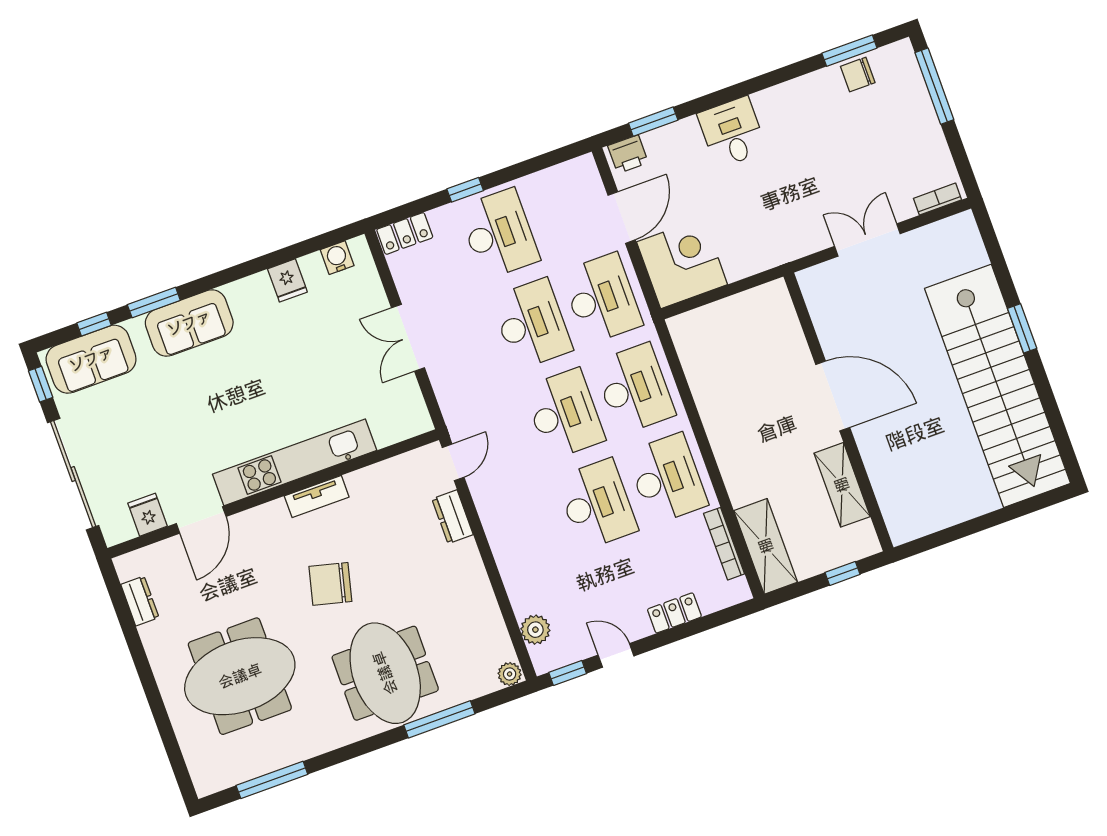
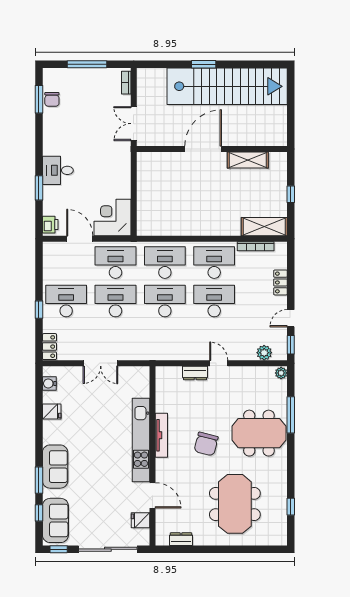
window: (934, 86) -> (87, 64), moved
window: (653, 122) -> (39, 188), moved
door: (833, 396) -> (203, 149), moved
wall: (838, 412) -> (212, 149), moved
door: (453, 462) -> (219, 363), moved
shelving: (842, 485) -> (248, 160), moved
tv unit: (317, 496) -> (161, 435), width x1.41
window: (272, 780) -> (291, 507), width x0.46

